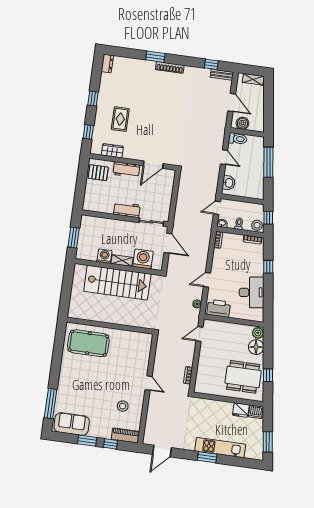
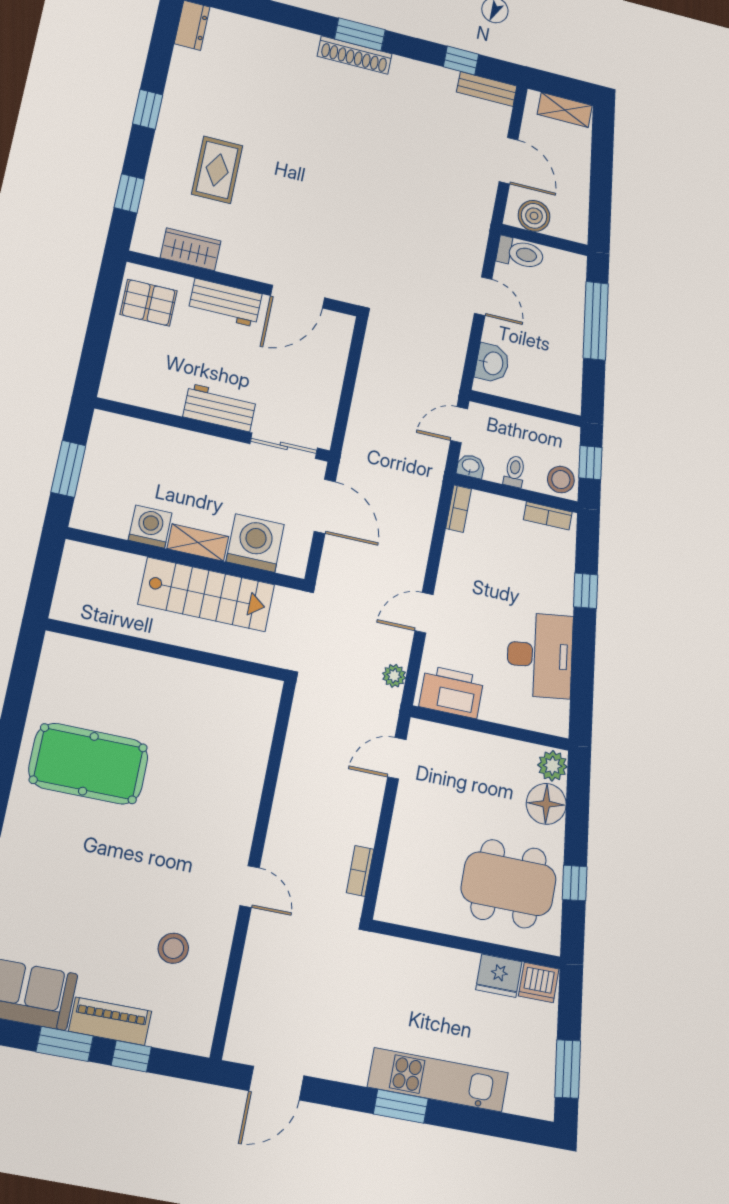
window: (155, 57) -> (360, 34), moved
stairs: (117, 283) -> (206, 594), width x0.73, depth x0.66
wall: (110, 326) -> (167, 650), moved
piano: (125, 435) -> (110, 1021), moved

